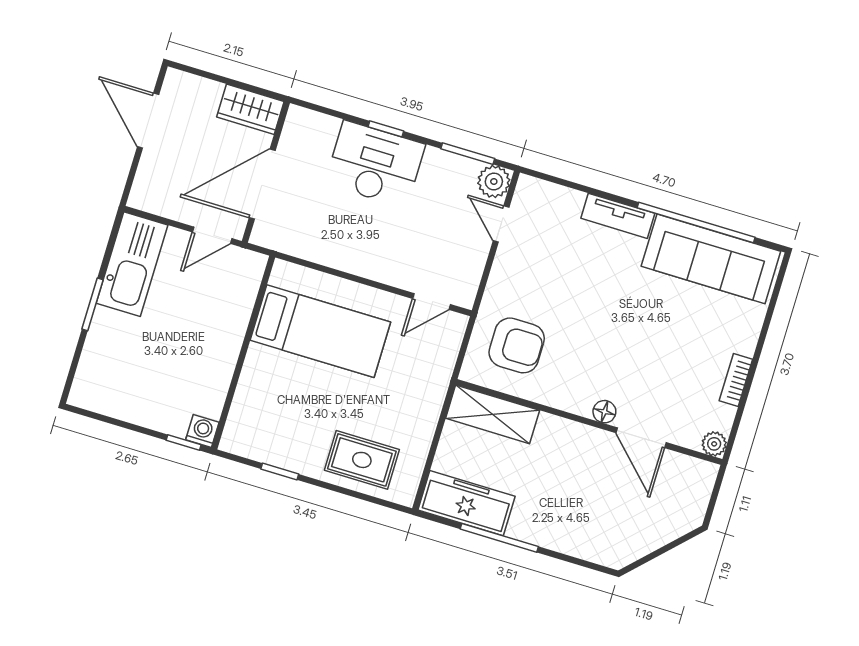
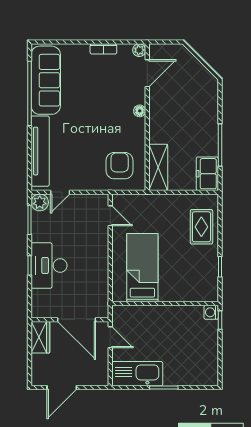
tv unit: (618, 216) -> (40, 151), width x1.92, depth x1.29
door: (641, 438) -> (147, 73), moved
freezer: (467, 503) -> (207, 174), width x0.71

